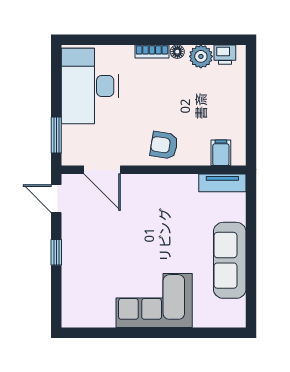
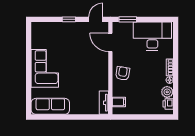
door: (102, 170) -> (110, 42), hinge flipped
sofa: (230, 260) -> (50, 106), moved

